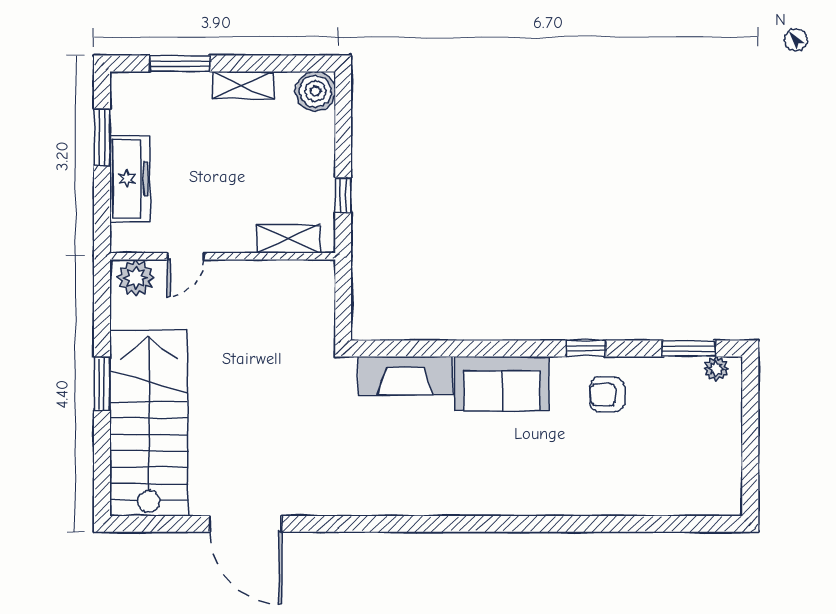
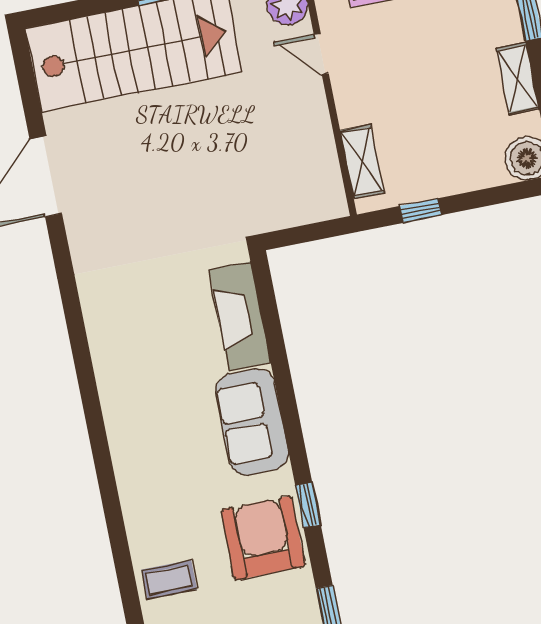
armchair: (607, 395) -> (263, 538), width x1.88, depth x1.88
coffee table: (628, 486) -> (169, 580), added

